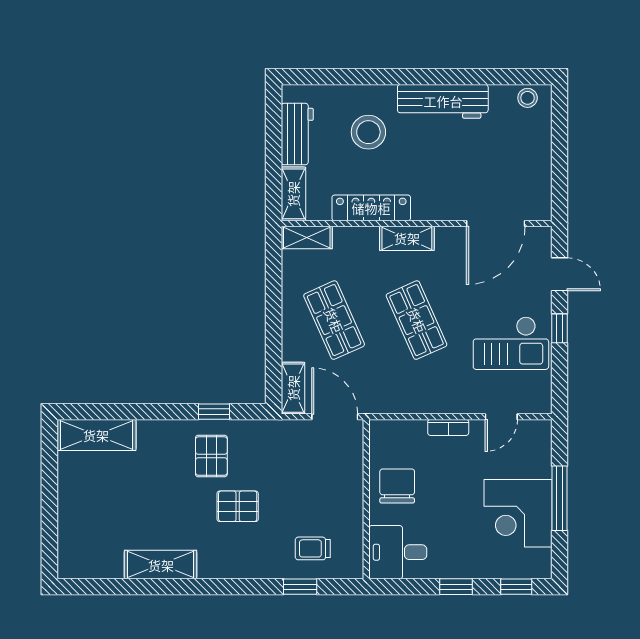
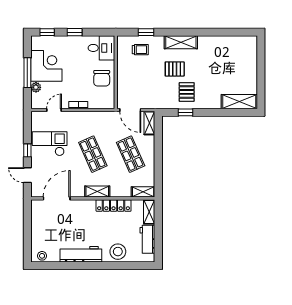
stool: (368, 132) -> (118, 252), moved
plant: (541, 466) -> (36, 87), added
shelving: (161, 565) -> (181, 42), moved

